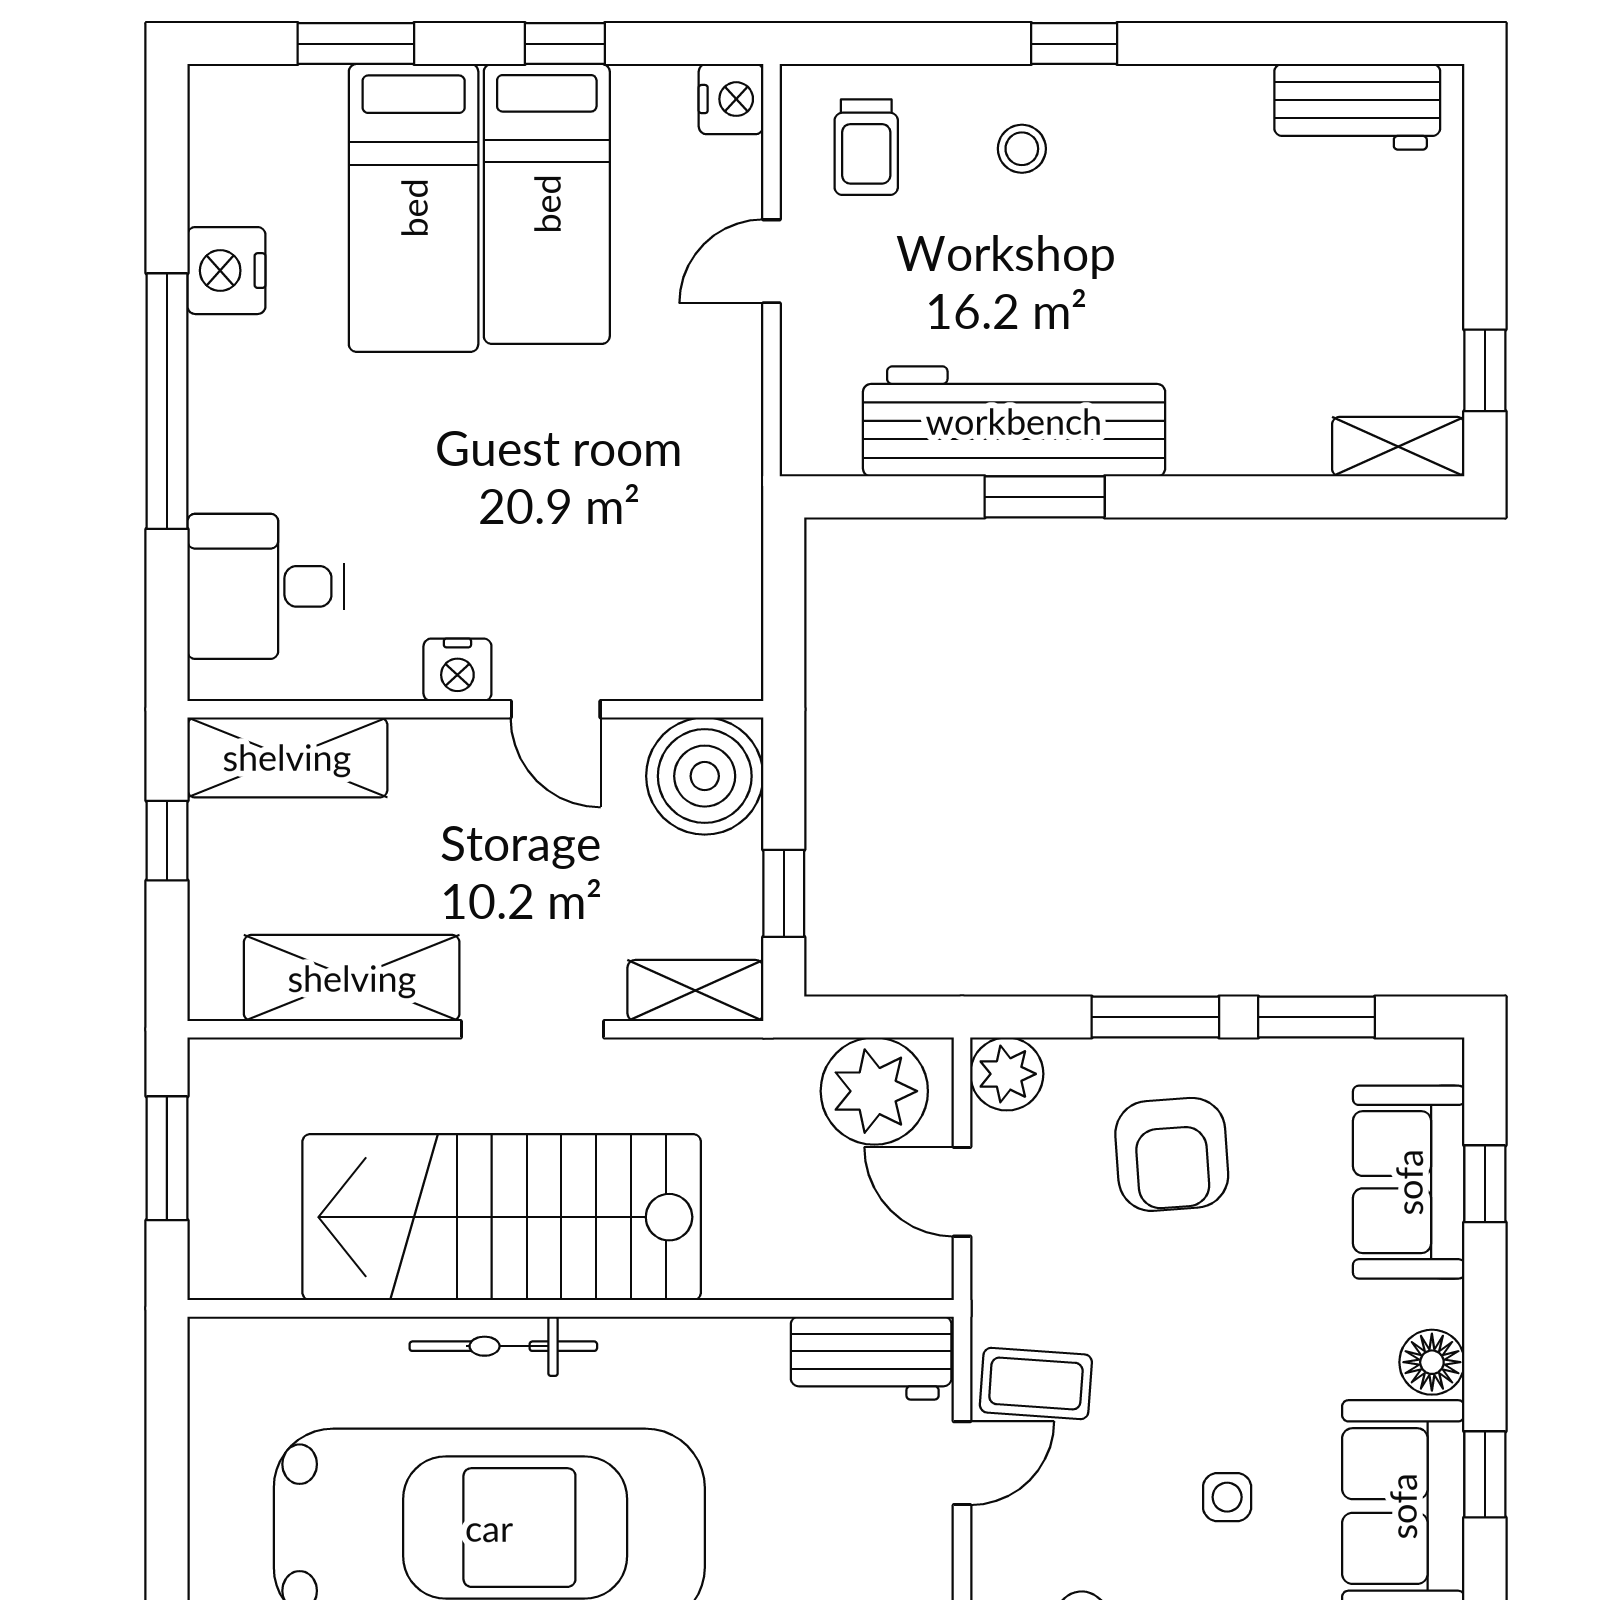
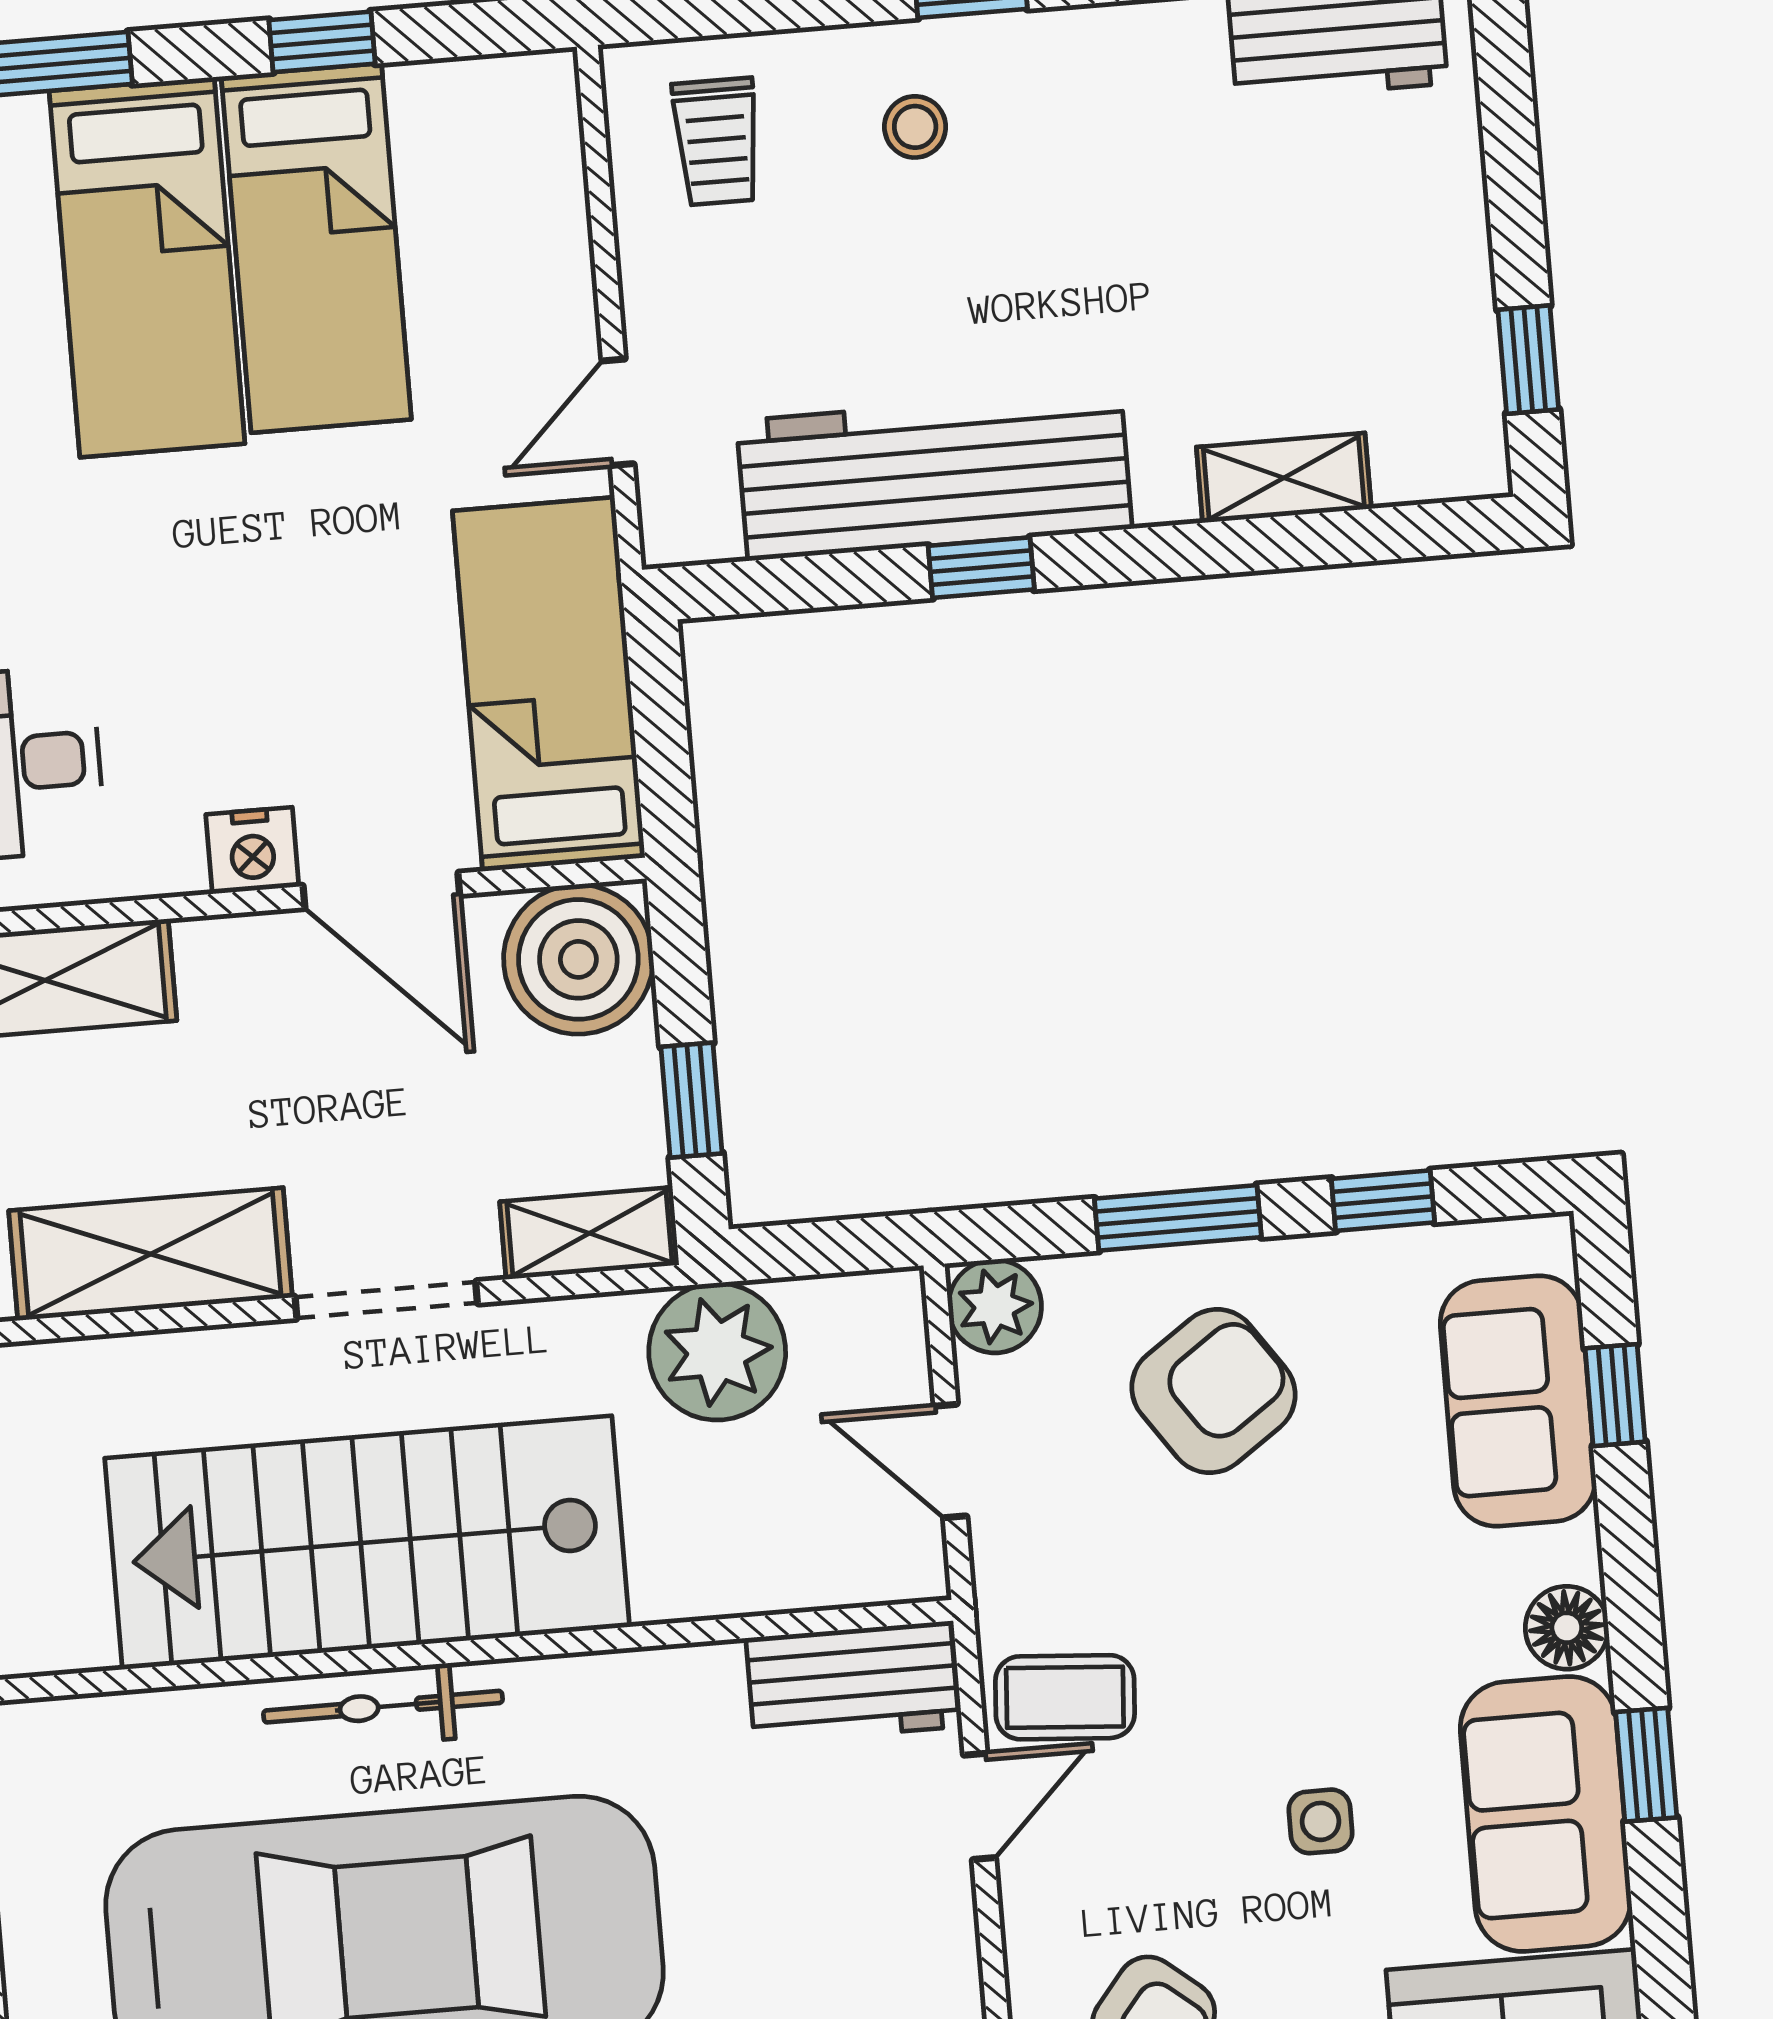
nightstand: (731, 99) -> (540, 95), removed
door: (771, 261) -> (618, 412), moved
shelving: (1398, 447) -> (1284, 478), moved
window: (1045, 497) -> (981, 568), width x0.67
bed: (700, 559) -> (549, 684), added
door: (556, 709) -> (381, 890), width x1.38
window: (1316, 1017) -> (1383, 1201), width x0.67
plant: (874, 1091) -> (717, 1352), moved
armchair: (1172, 1154) -> (1213, 1391), turned -121

